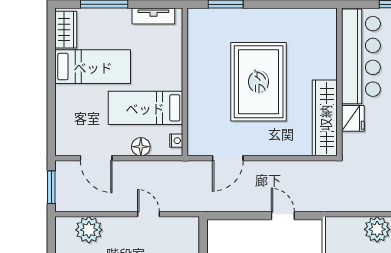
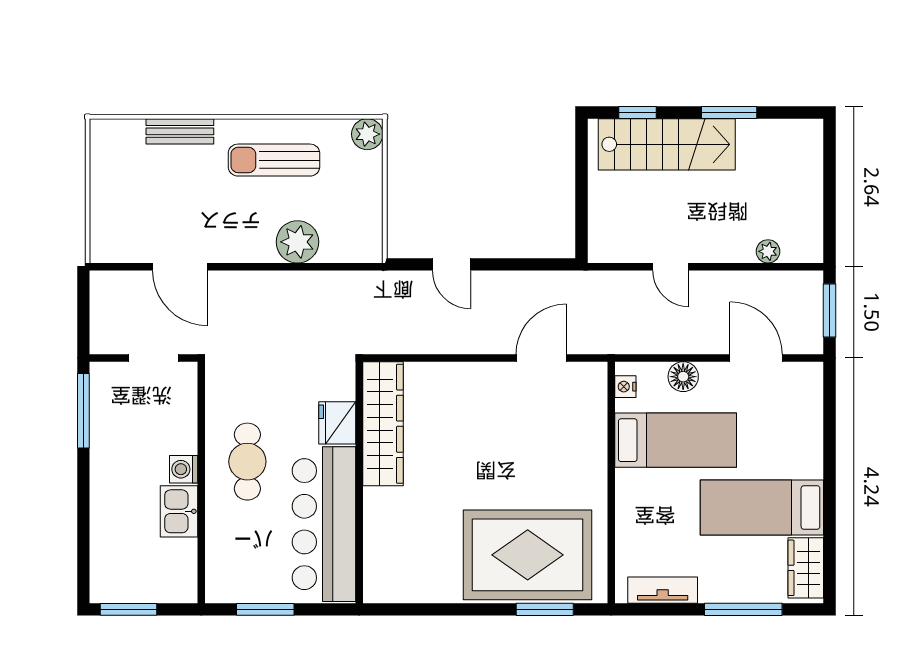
rug: (259, 82) -> (528, 555), moved, turned 90
plant: (89, 230) -> (768, 251), width x0.53, depth x0.53

